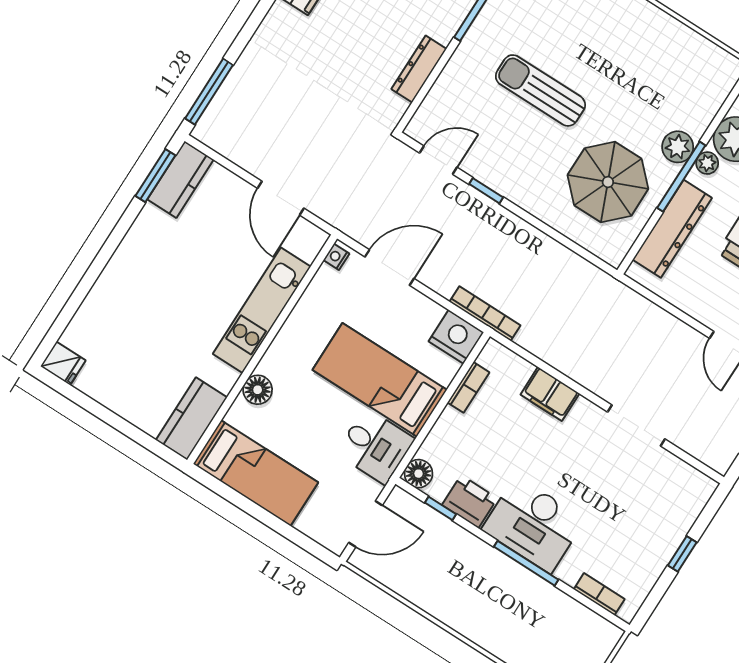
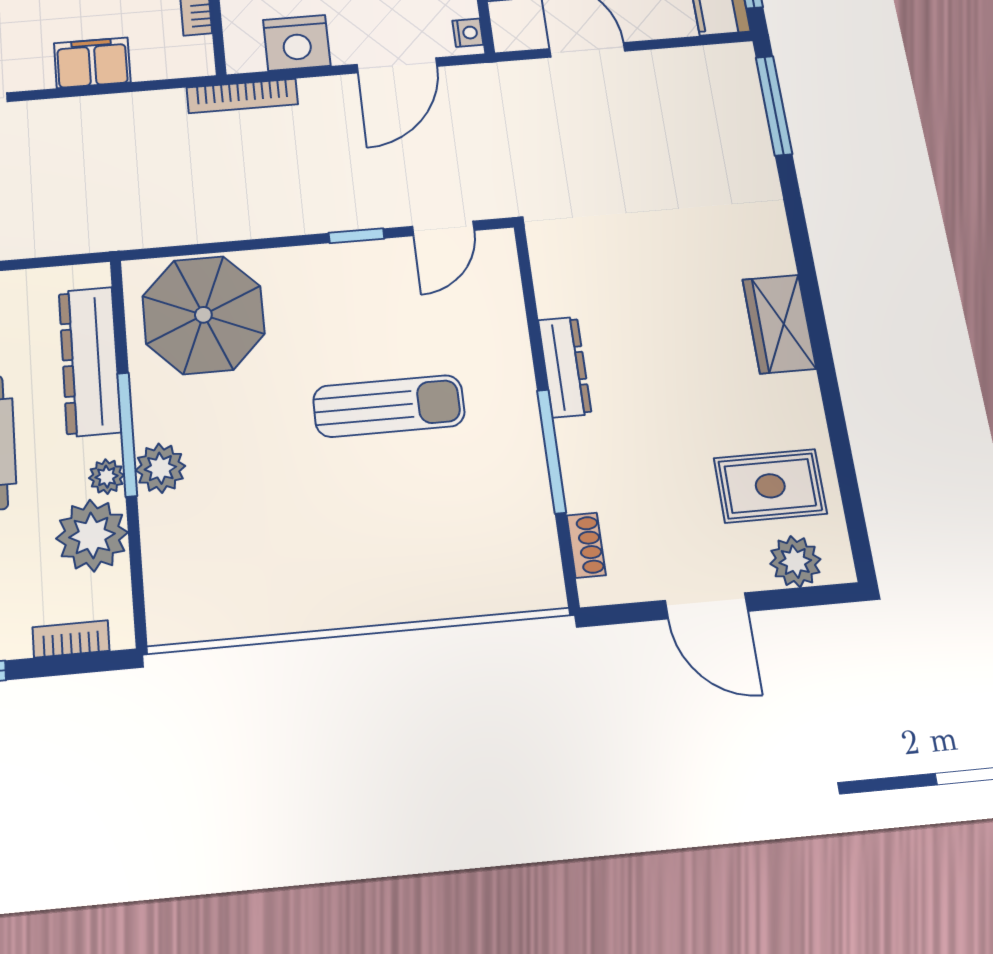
dresser: (419, 69) -> (565, 367), moved
parasol: (608, 182) -> (203, 315), moved
nightstand: (456, 337) -> (297, 43), moved

